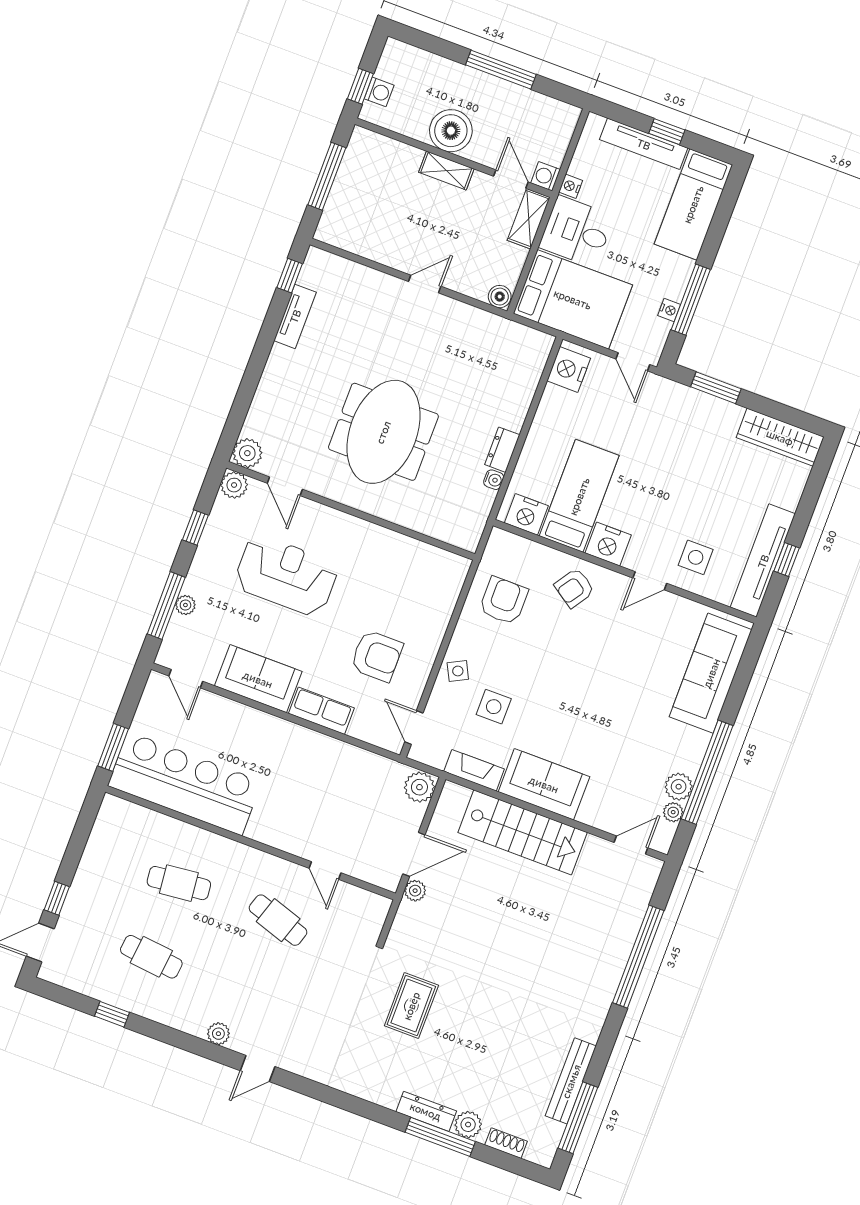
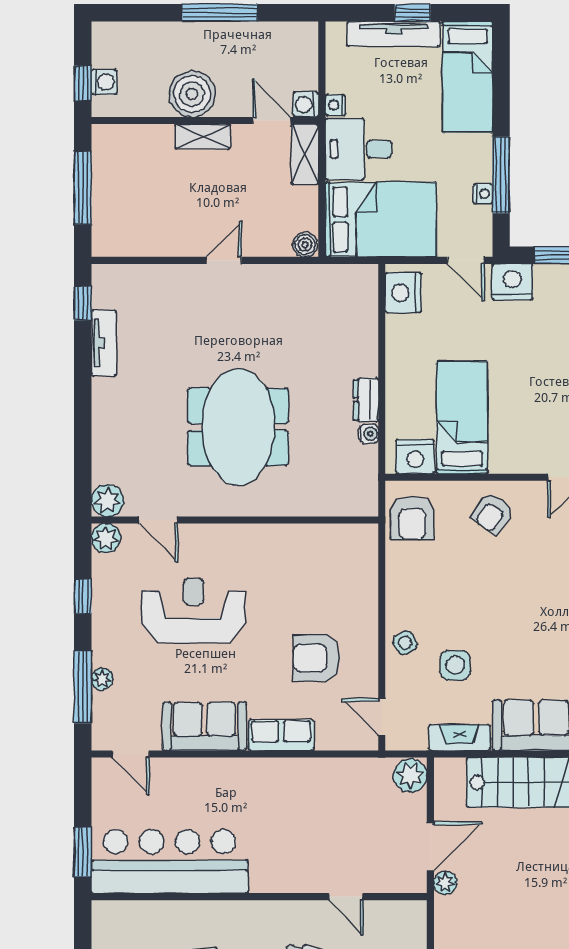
nightstand: (608, 544) -> (512, 282), moved, turned 180
armchair: (504, 601) -> (412, 518), moved, turned 180
armchair: (377, 656) -> (317, 658), turned 180

